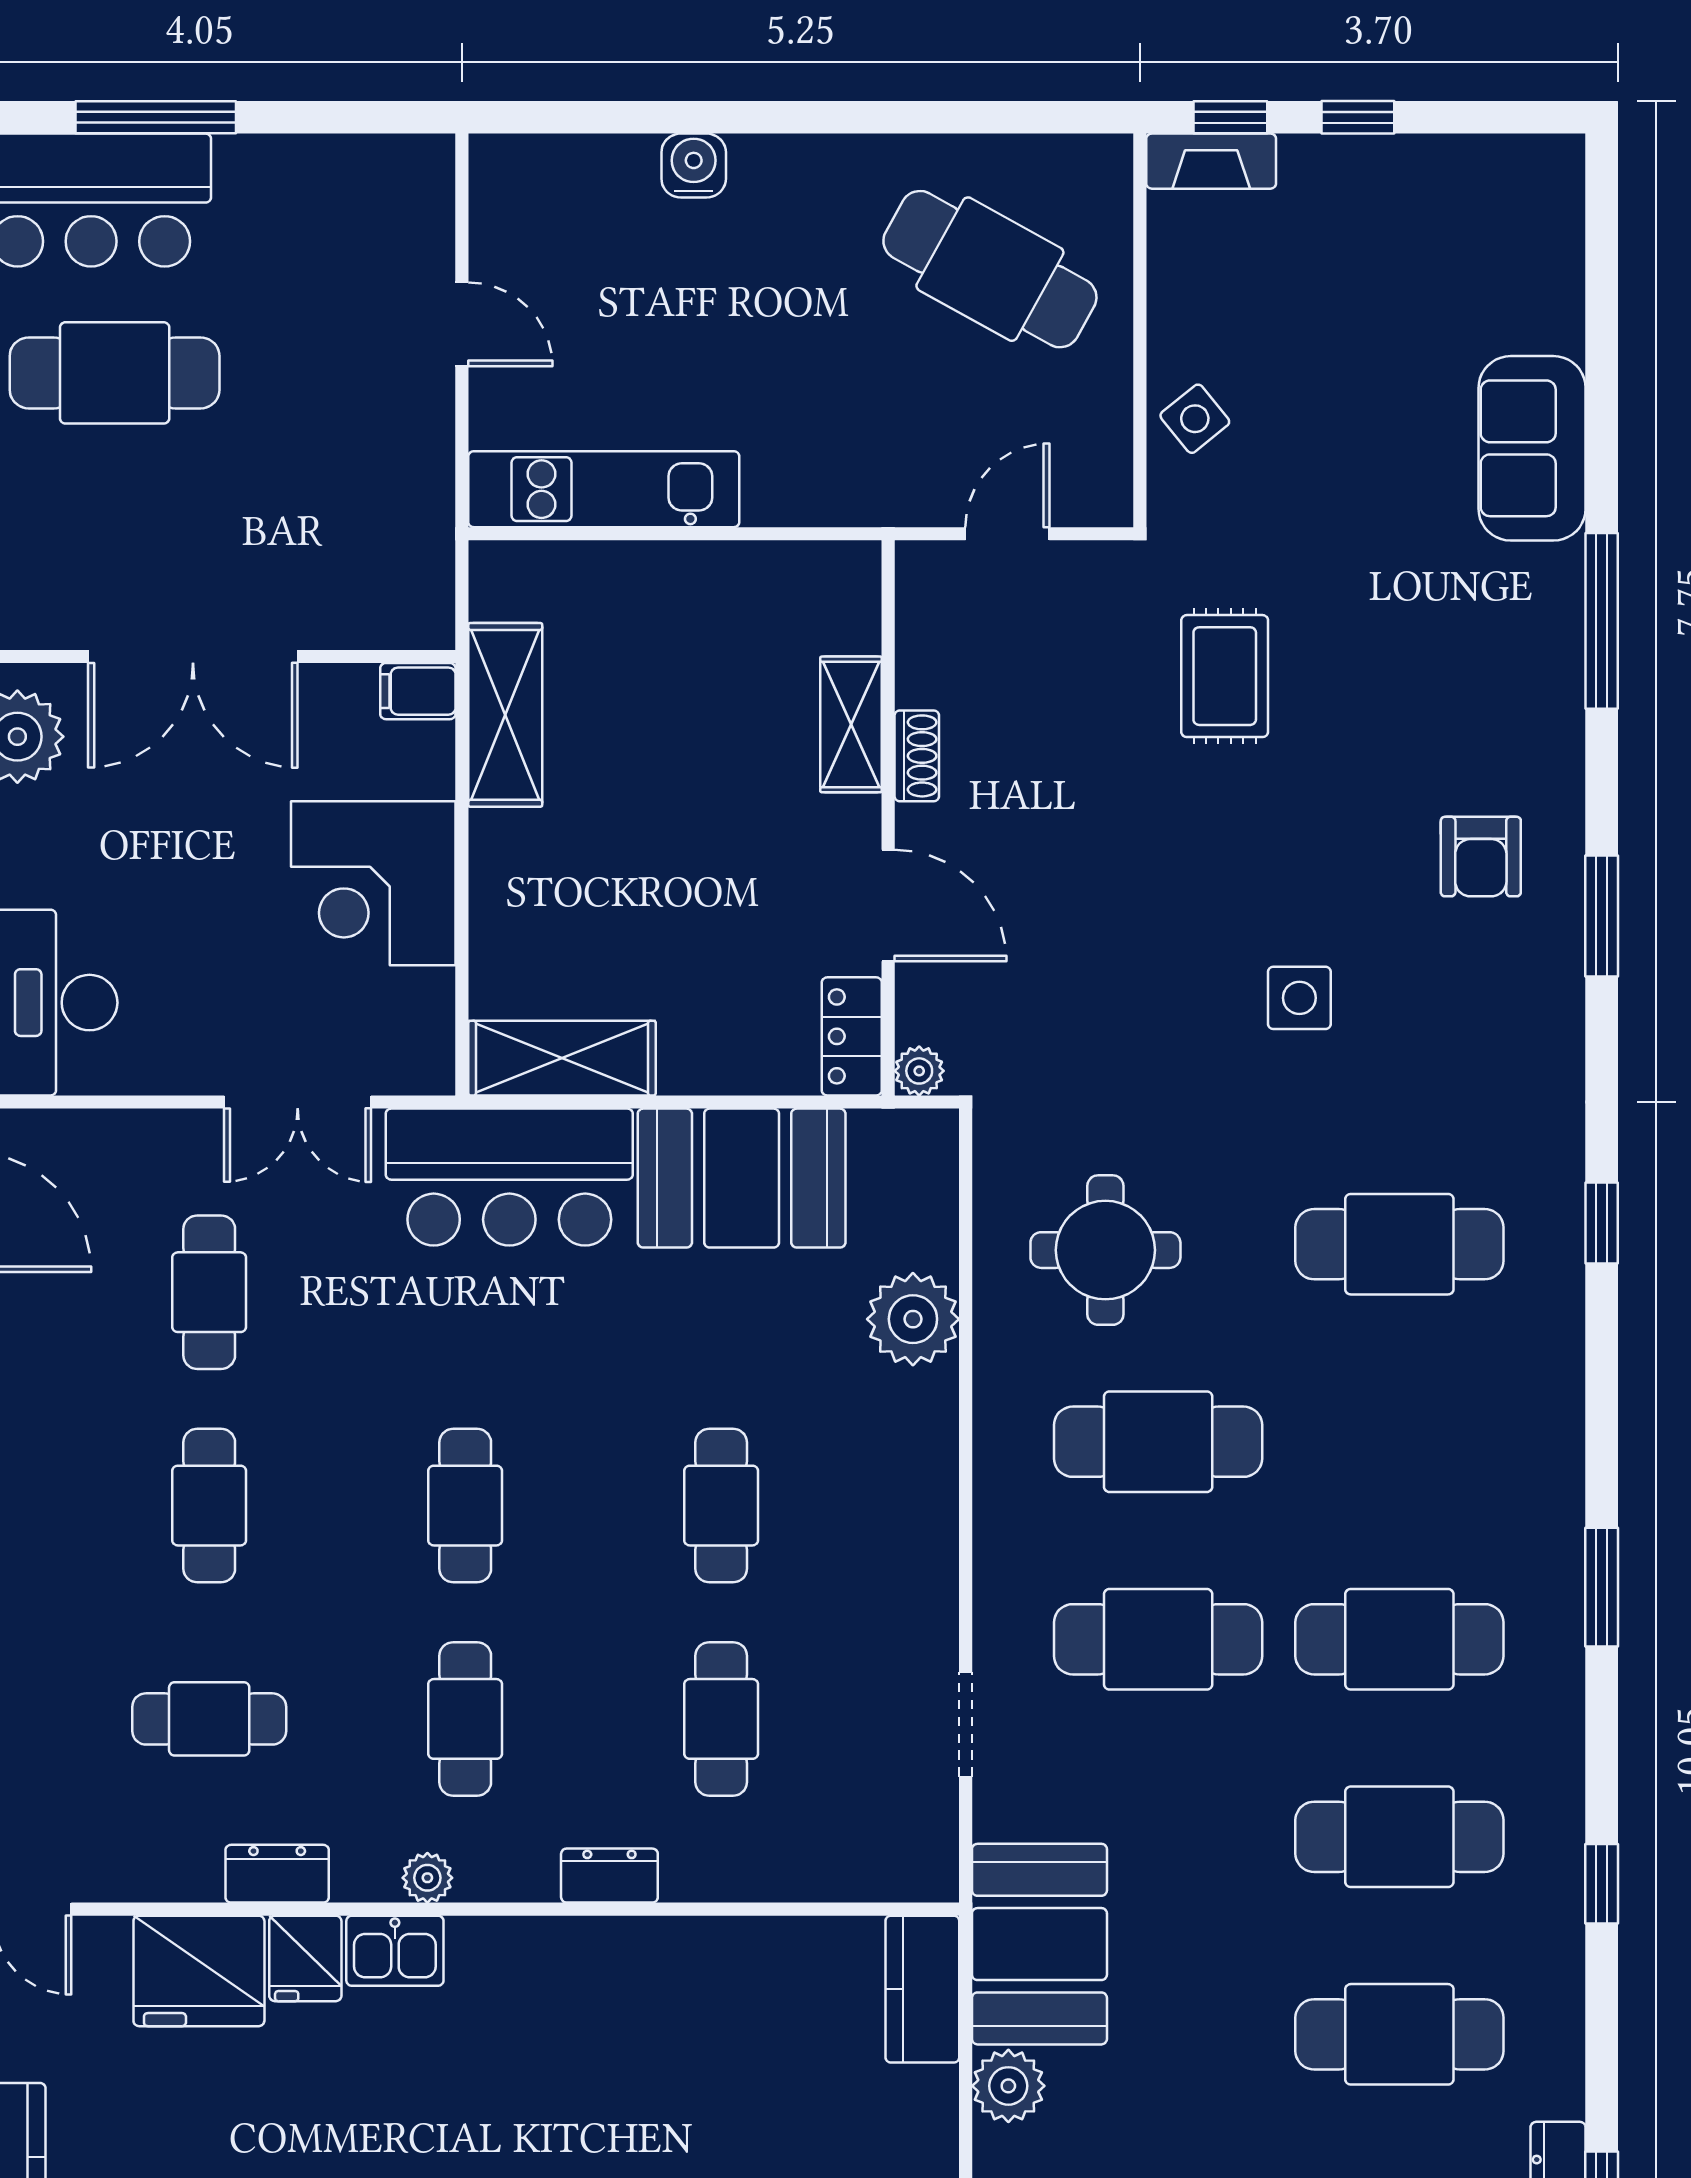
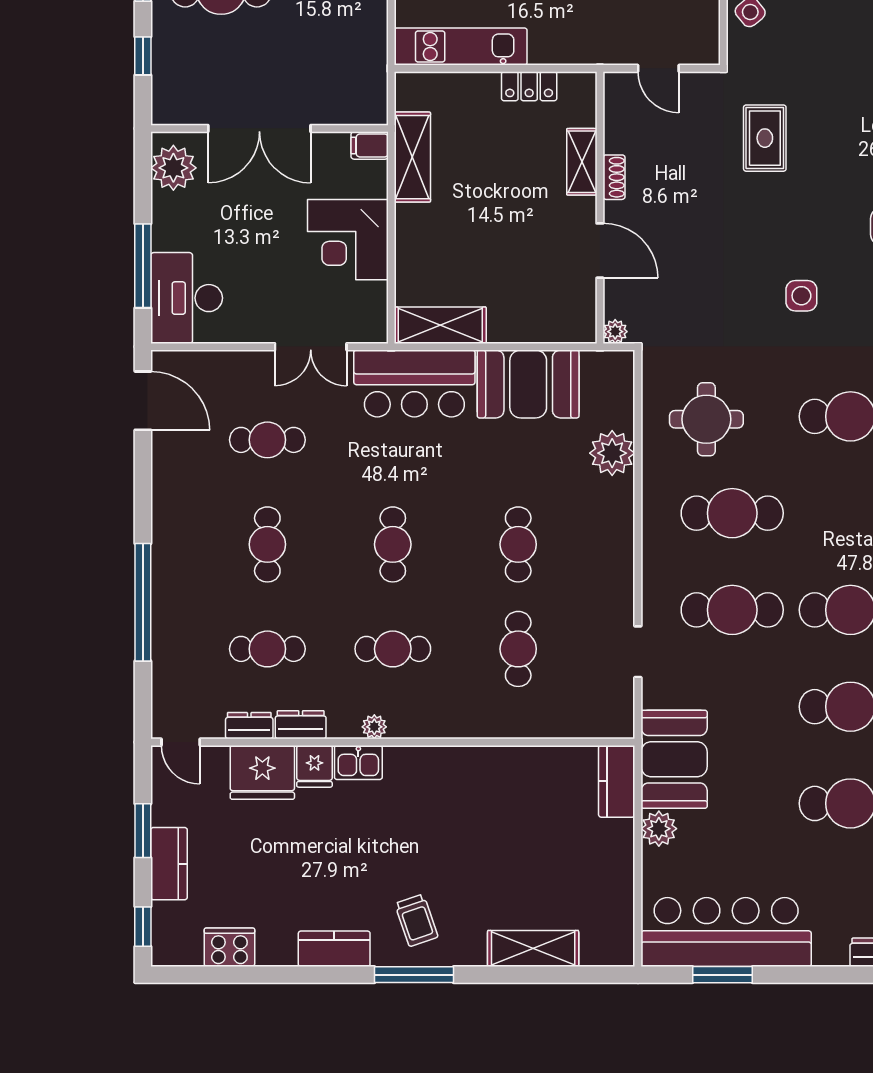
door: (1007, 534) -> (658, 68), swing flipped
locker: (852, 1036) -> (529, 86), moved, turned -90
cafe table: (209, 1292) -> (267, 440), turned 90
cafe table: (465, 1719) -> (393, 649), turned 90
dresser: (609, 1876) -> (249, 726), moved

